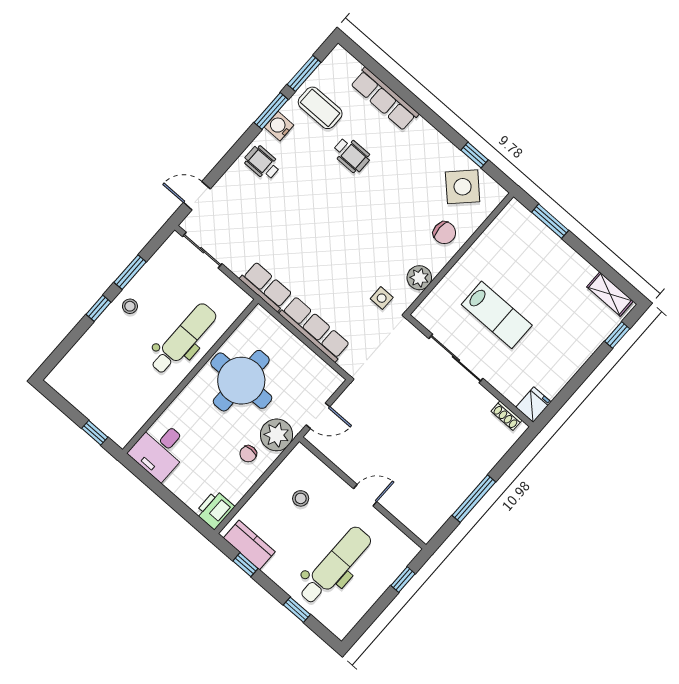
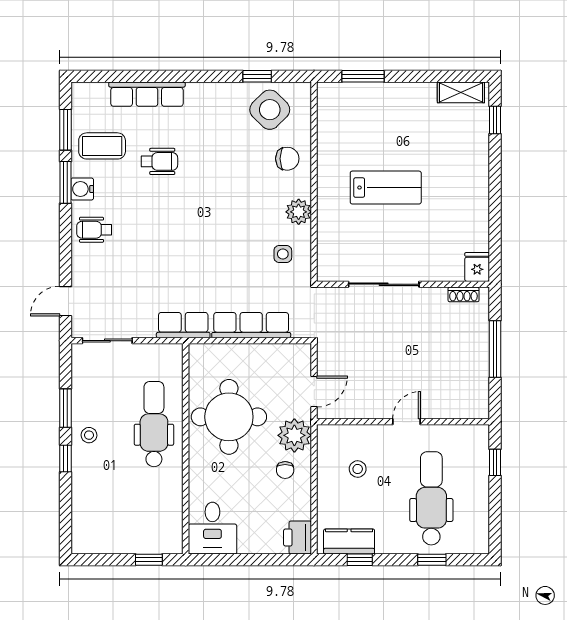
sliding door: (456, 359) -> (384, 284), moved
wall: (470, 371) -> (403, 284), moved
fridge: (533, 405) -> (477, 267), moved
shoe rack: (507, 416) -> (463, 294), moved

